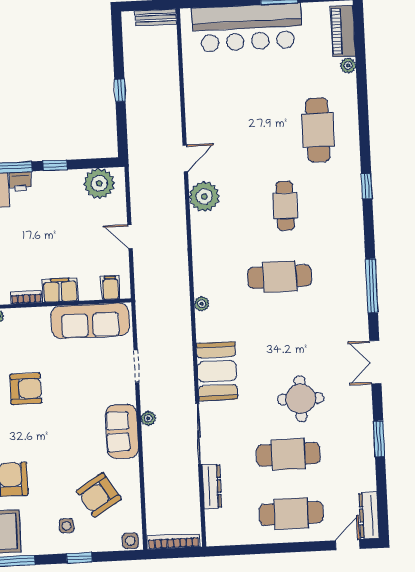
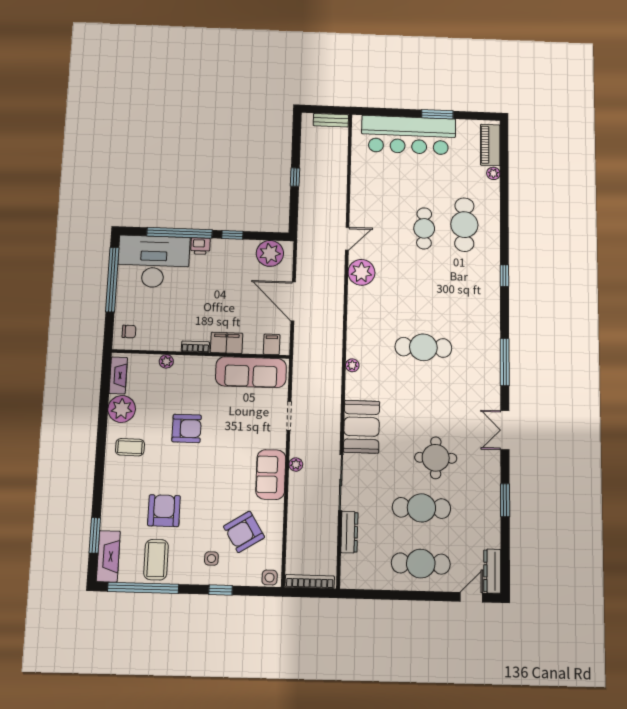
cafe table: (285, 206) -> (424, 228), moved
door: (130, 237) -> (293, 301), width x1.87

